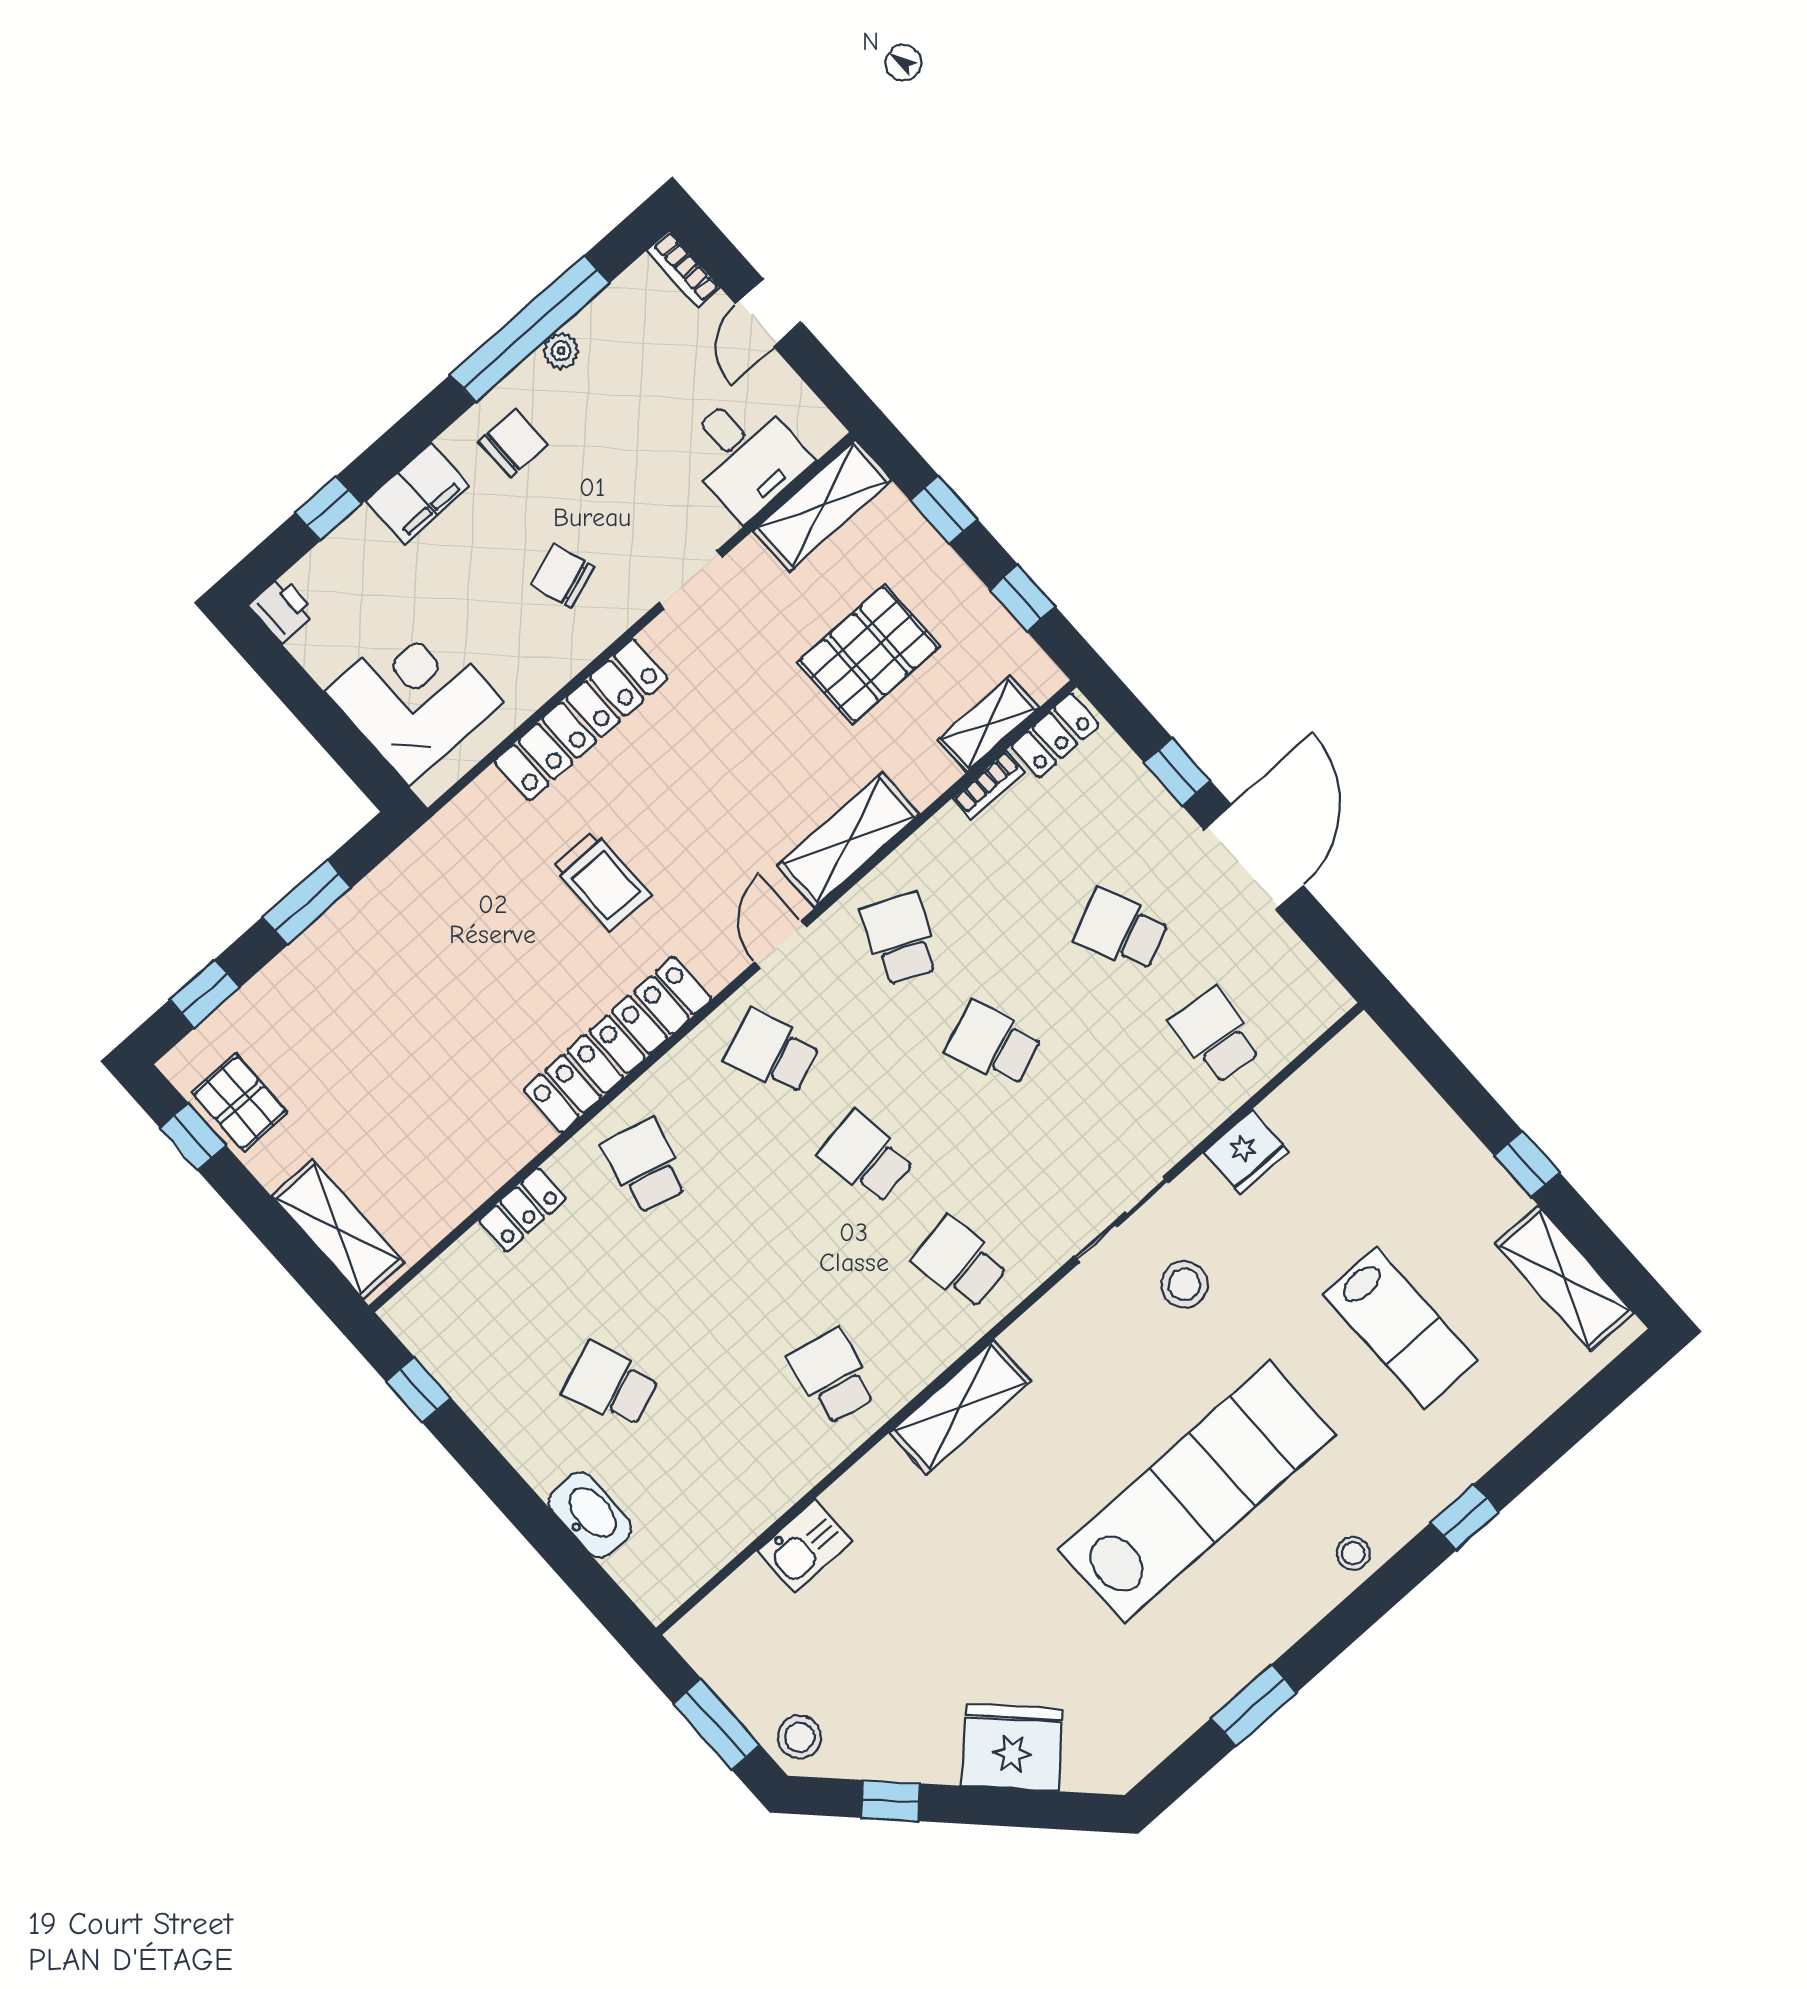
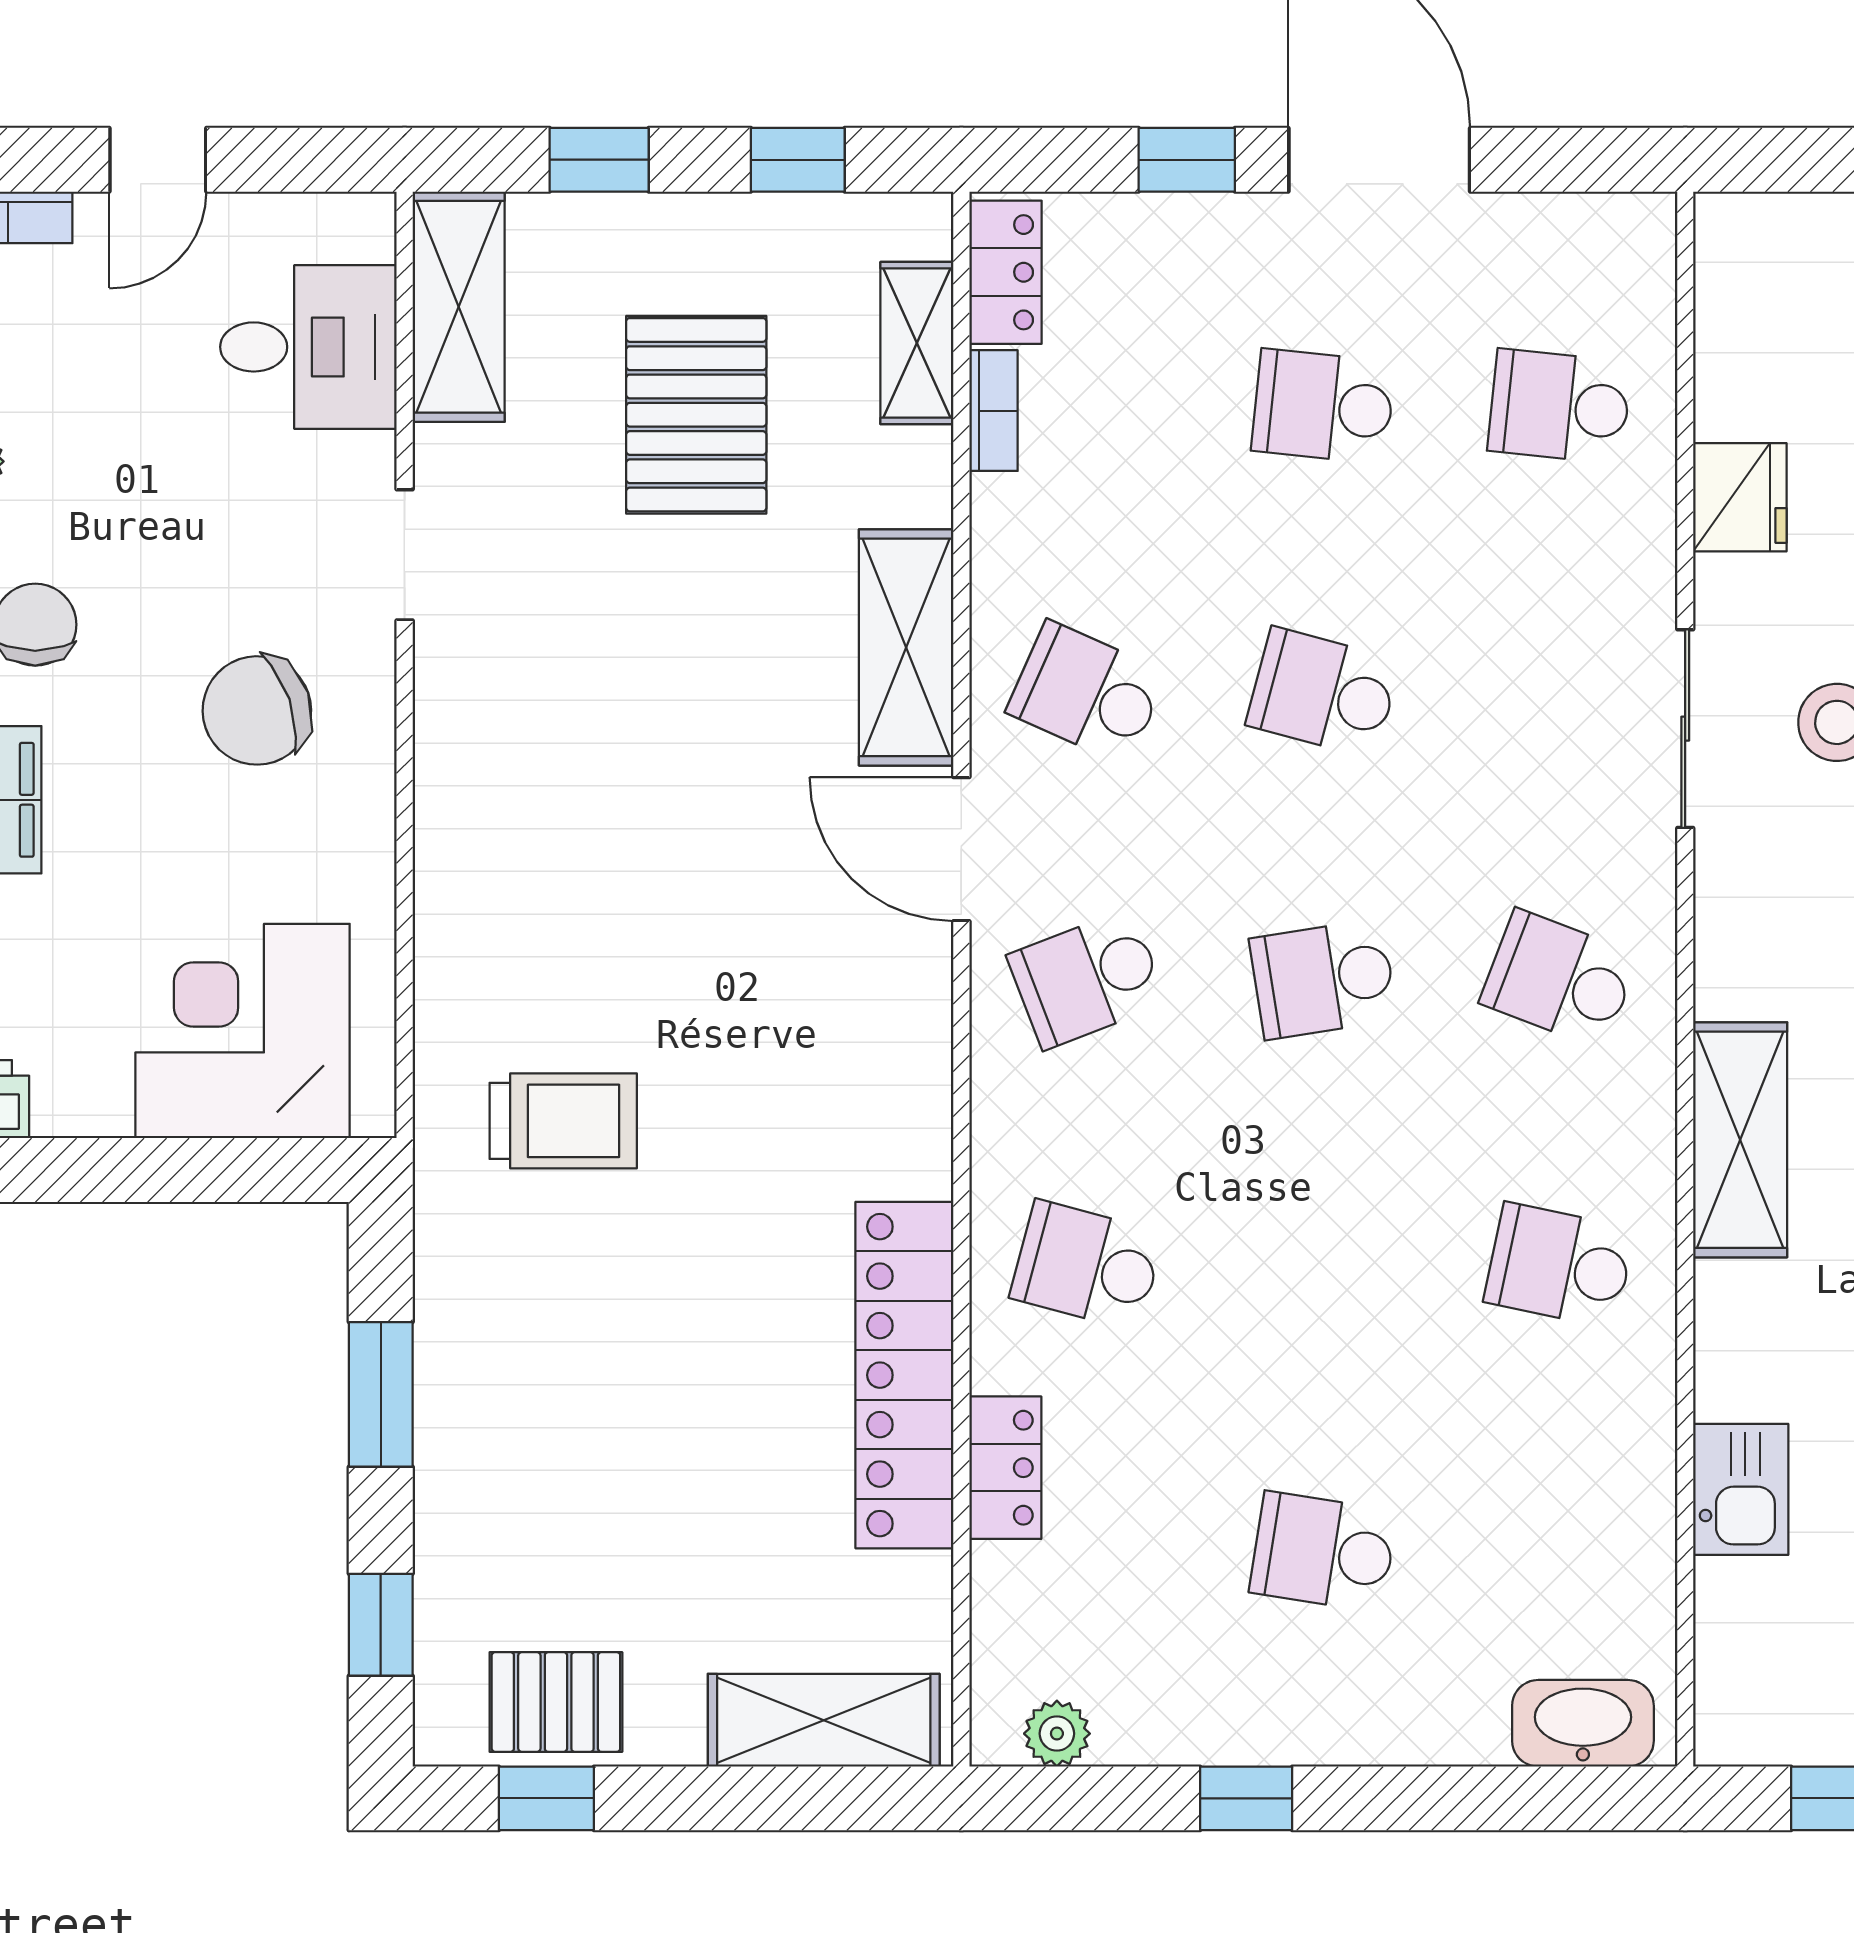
door: (769, 313) -> (158, 160), hinge flipped
chair: (563, 576) -> (257, 710), width x1.37, depth x1.37
locker: (581, 720) -> (458, 848), removed
trolley: (602, 881) -> (563, 1121), moved
school desk: (1121, 930) -> (1323, 406), turned 30
door: (780, 945) -> (961, 849), width x1.38
locker: (617, 1044) -> (904, 1375), moved
school desk: (994, 1044) -> (1323, 693), turned 36
school desk: (960, 1263) -> (1560, 979), turned 30
plant: (424, 1338) -> (1057, 1734), added
school desk: (611, 1385) -> (1323, 1552), turned 30
window: (419, 1390) -> (1246, 1798), moved
washbasin: (590, 1515) -> (1583, 1723), moved

